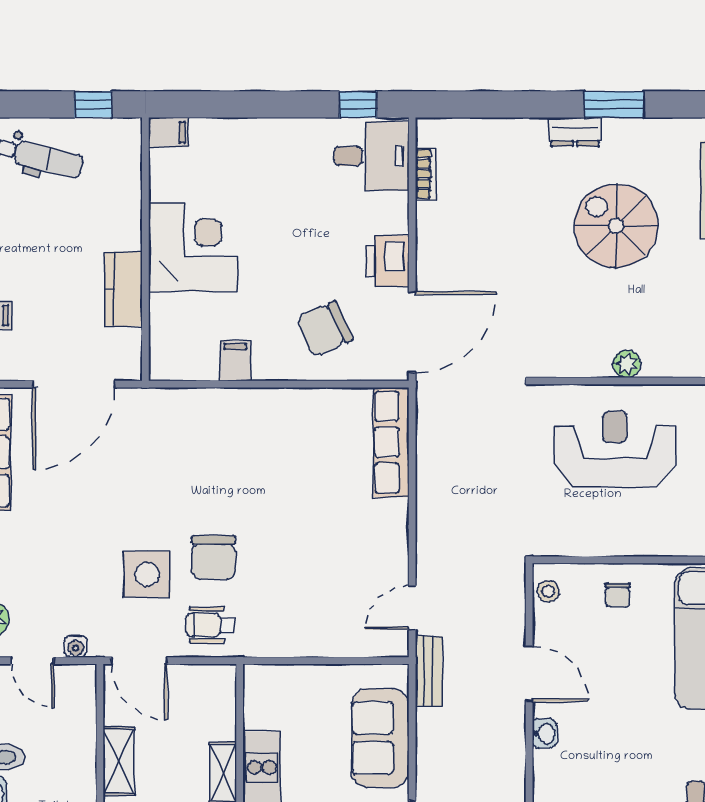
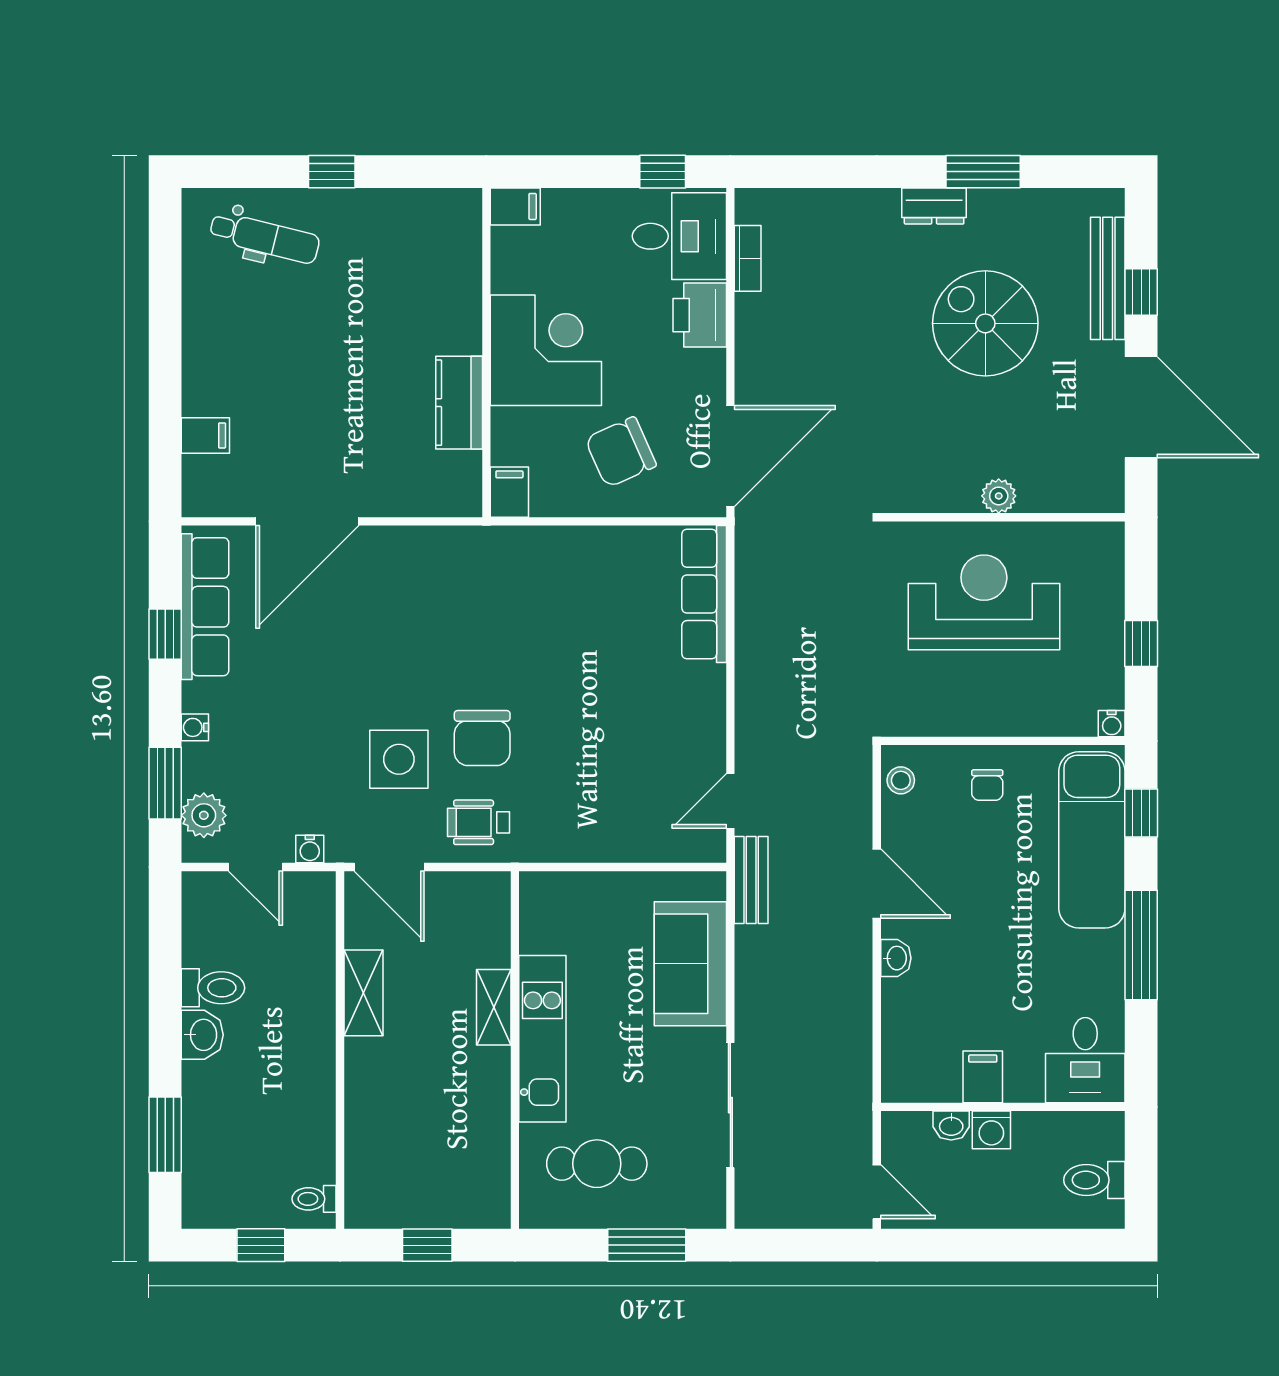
filing cabinet: (168, 132) -> (515, 206), moved
corner desk: (193, 247) -> (546, 350), moved
wall: (145, 249) -> (486, 353), moved
printer: (388, 261) -> (700, 315), moved
kitchen counter: (124, 289) -> (459, 403), moved

